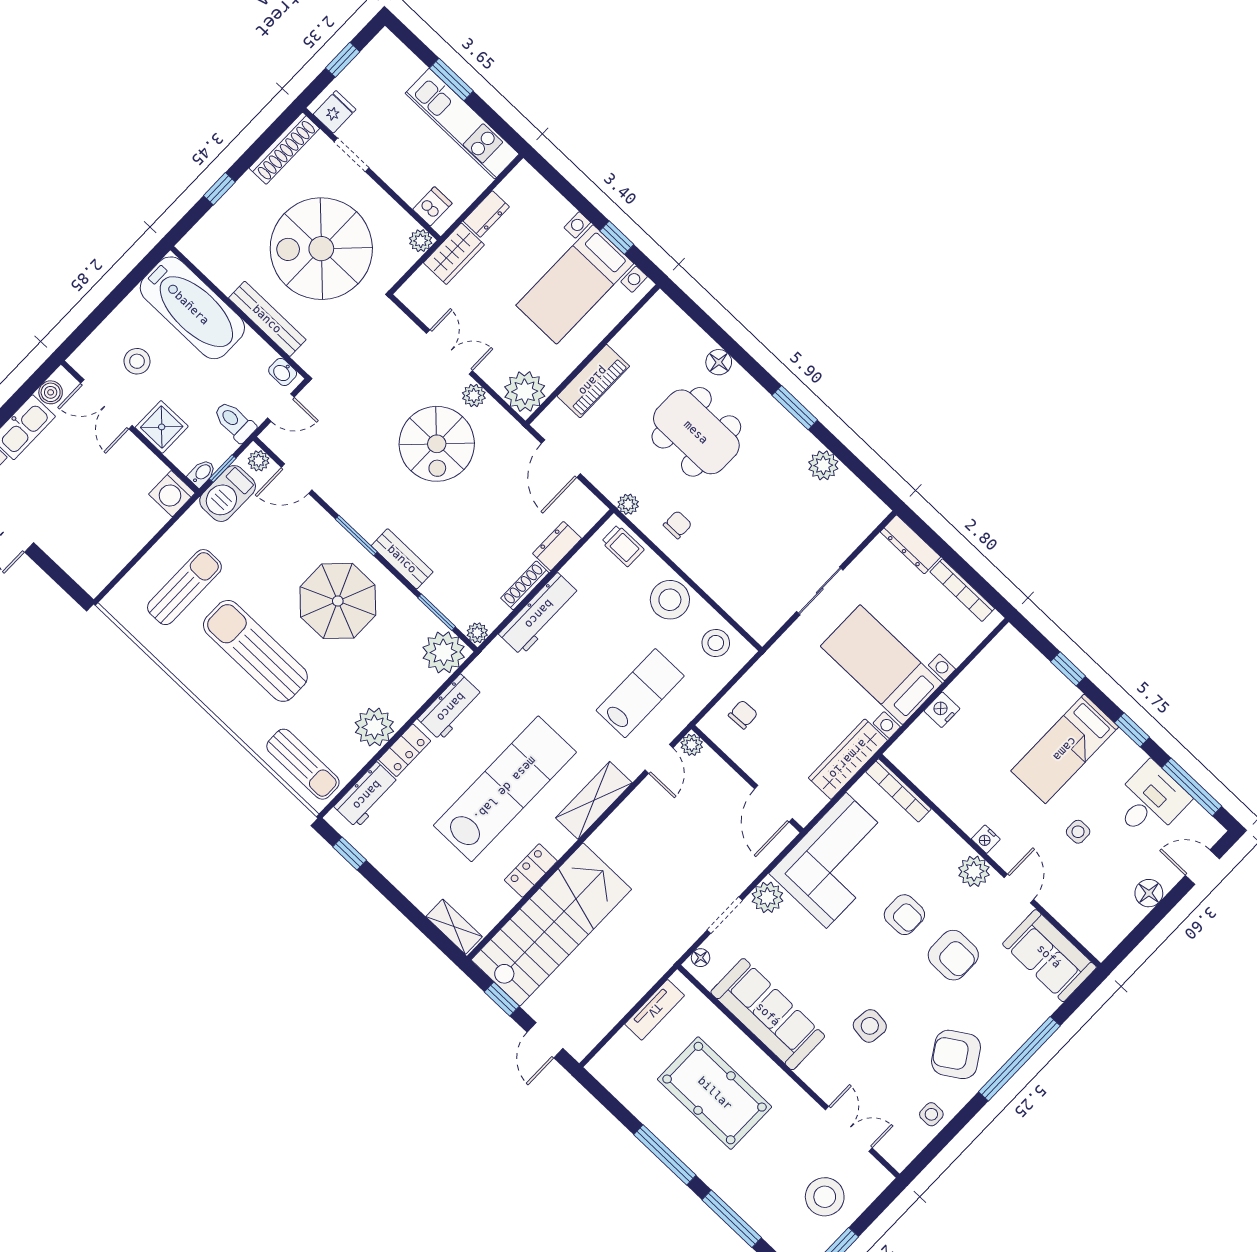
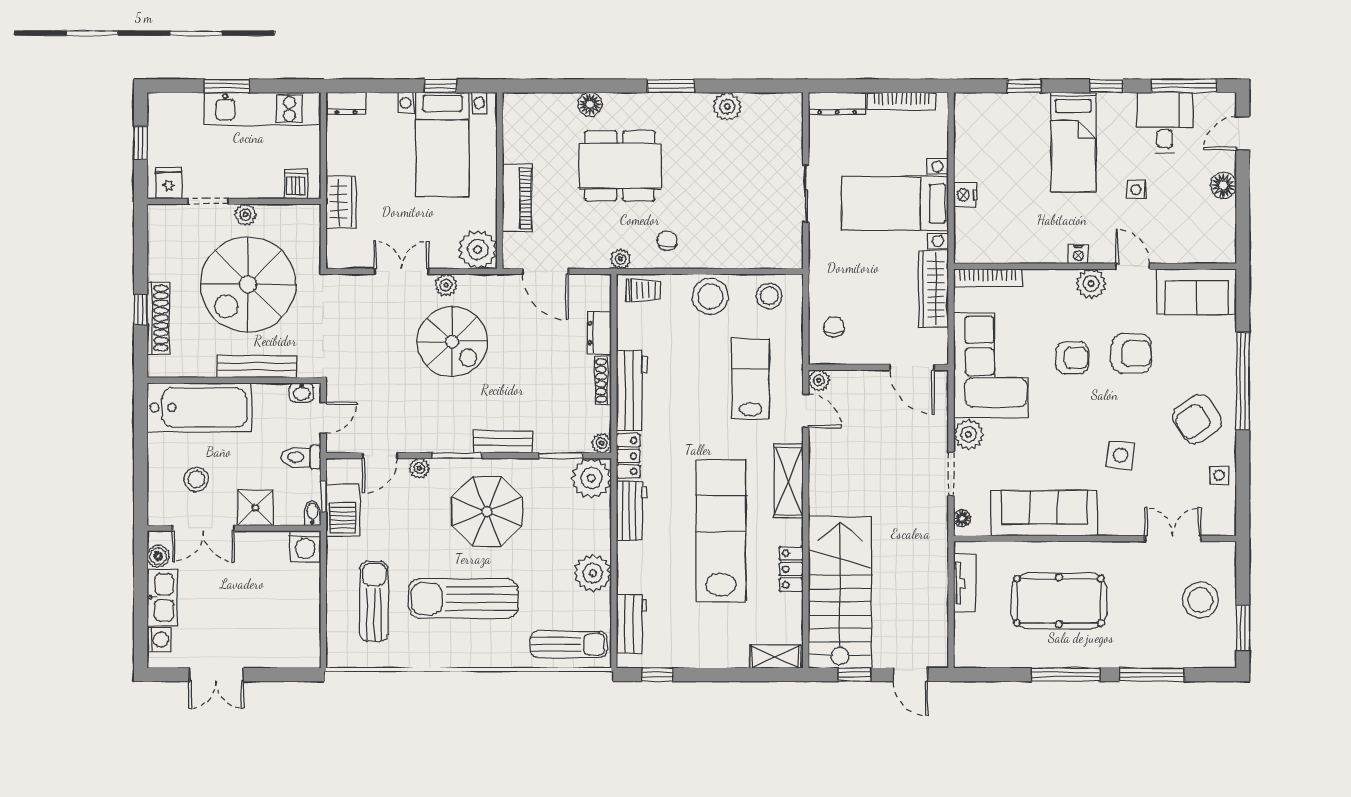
shoe rack: (284, 148) -> (158, 318), moved
dresser: (486, 214) -> (346, 104), moved, turned 90
plant: (421, 241) -> (245, 215), moved
plant: (259, 461) -> (419, 468), moved
locker: (405, 750) -> (628, 456), moved

